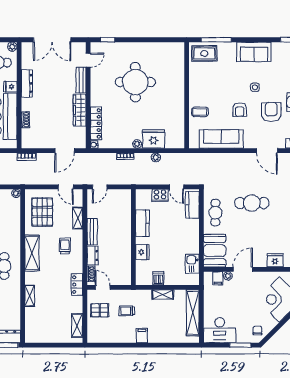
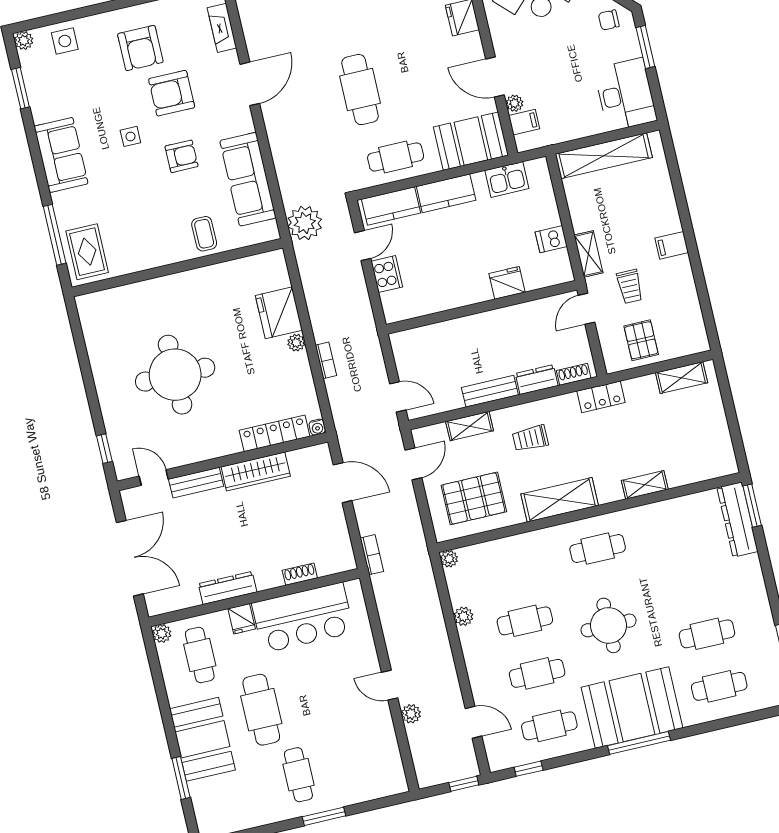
plant: (156, 157) -> (305, 223), moved, width x1.88, depth x1.88
kitchen counter: (142, 223) -> (446, 193), moved, turned 180
door: (103, 287) -> (586, 309), moved
shelving: (163, 295) -> (588, 254), moved

